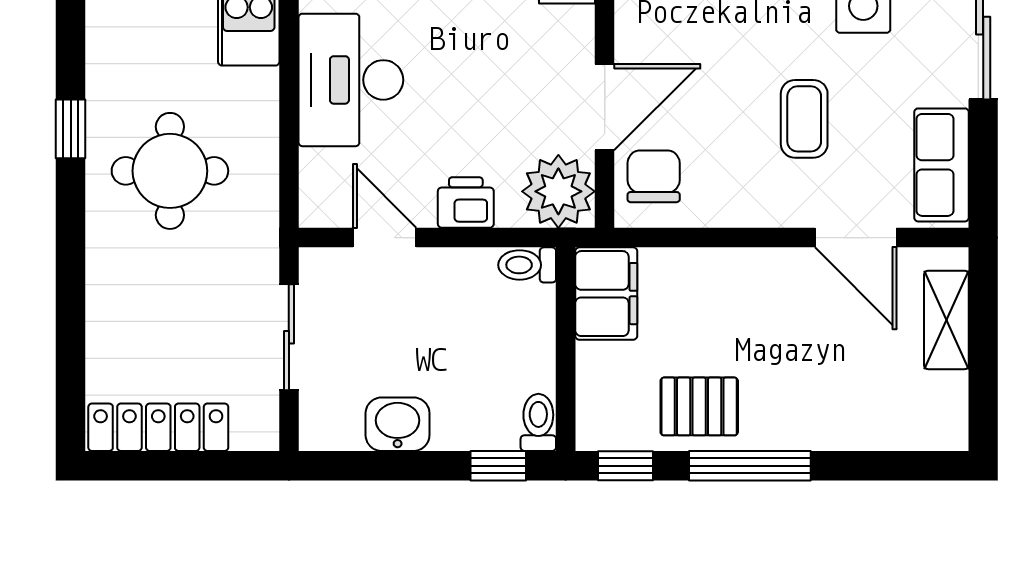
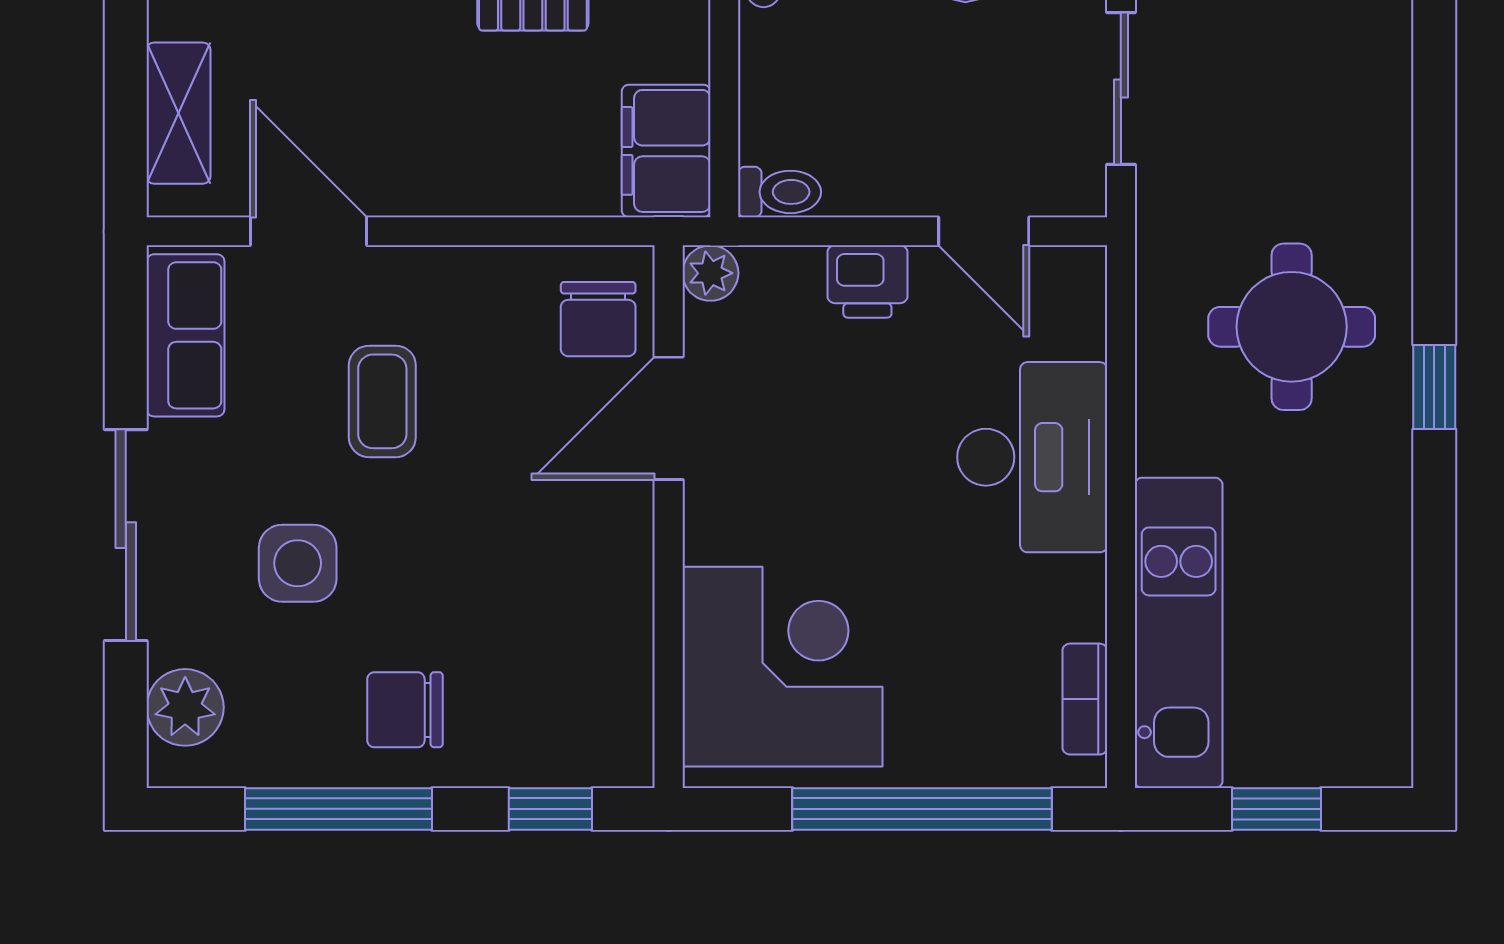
plant: (558, 191) -> (710, 273), width x0.53, depth x0.53

